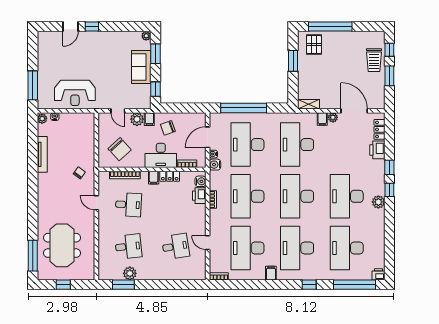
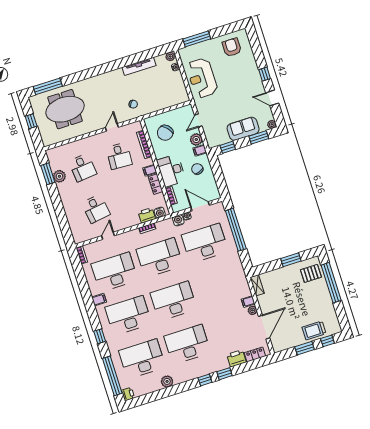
door: (71, 27) -> (272, 98), moved
armchair: (53, 52) -> (232, 47), added
desk: (297, 145) -> (219, 287), removed
plant: (378, 202) -> (167, 381), moved

